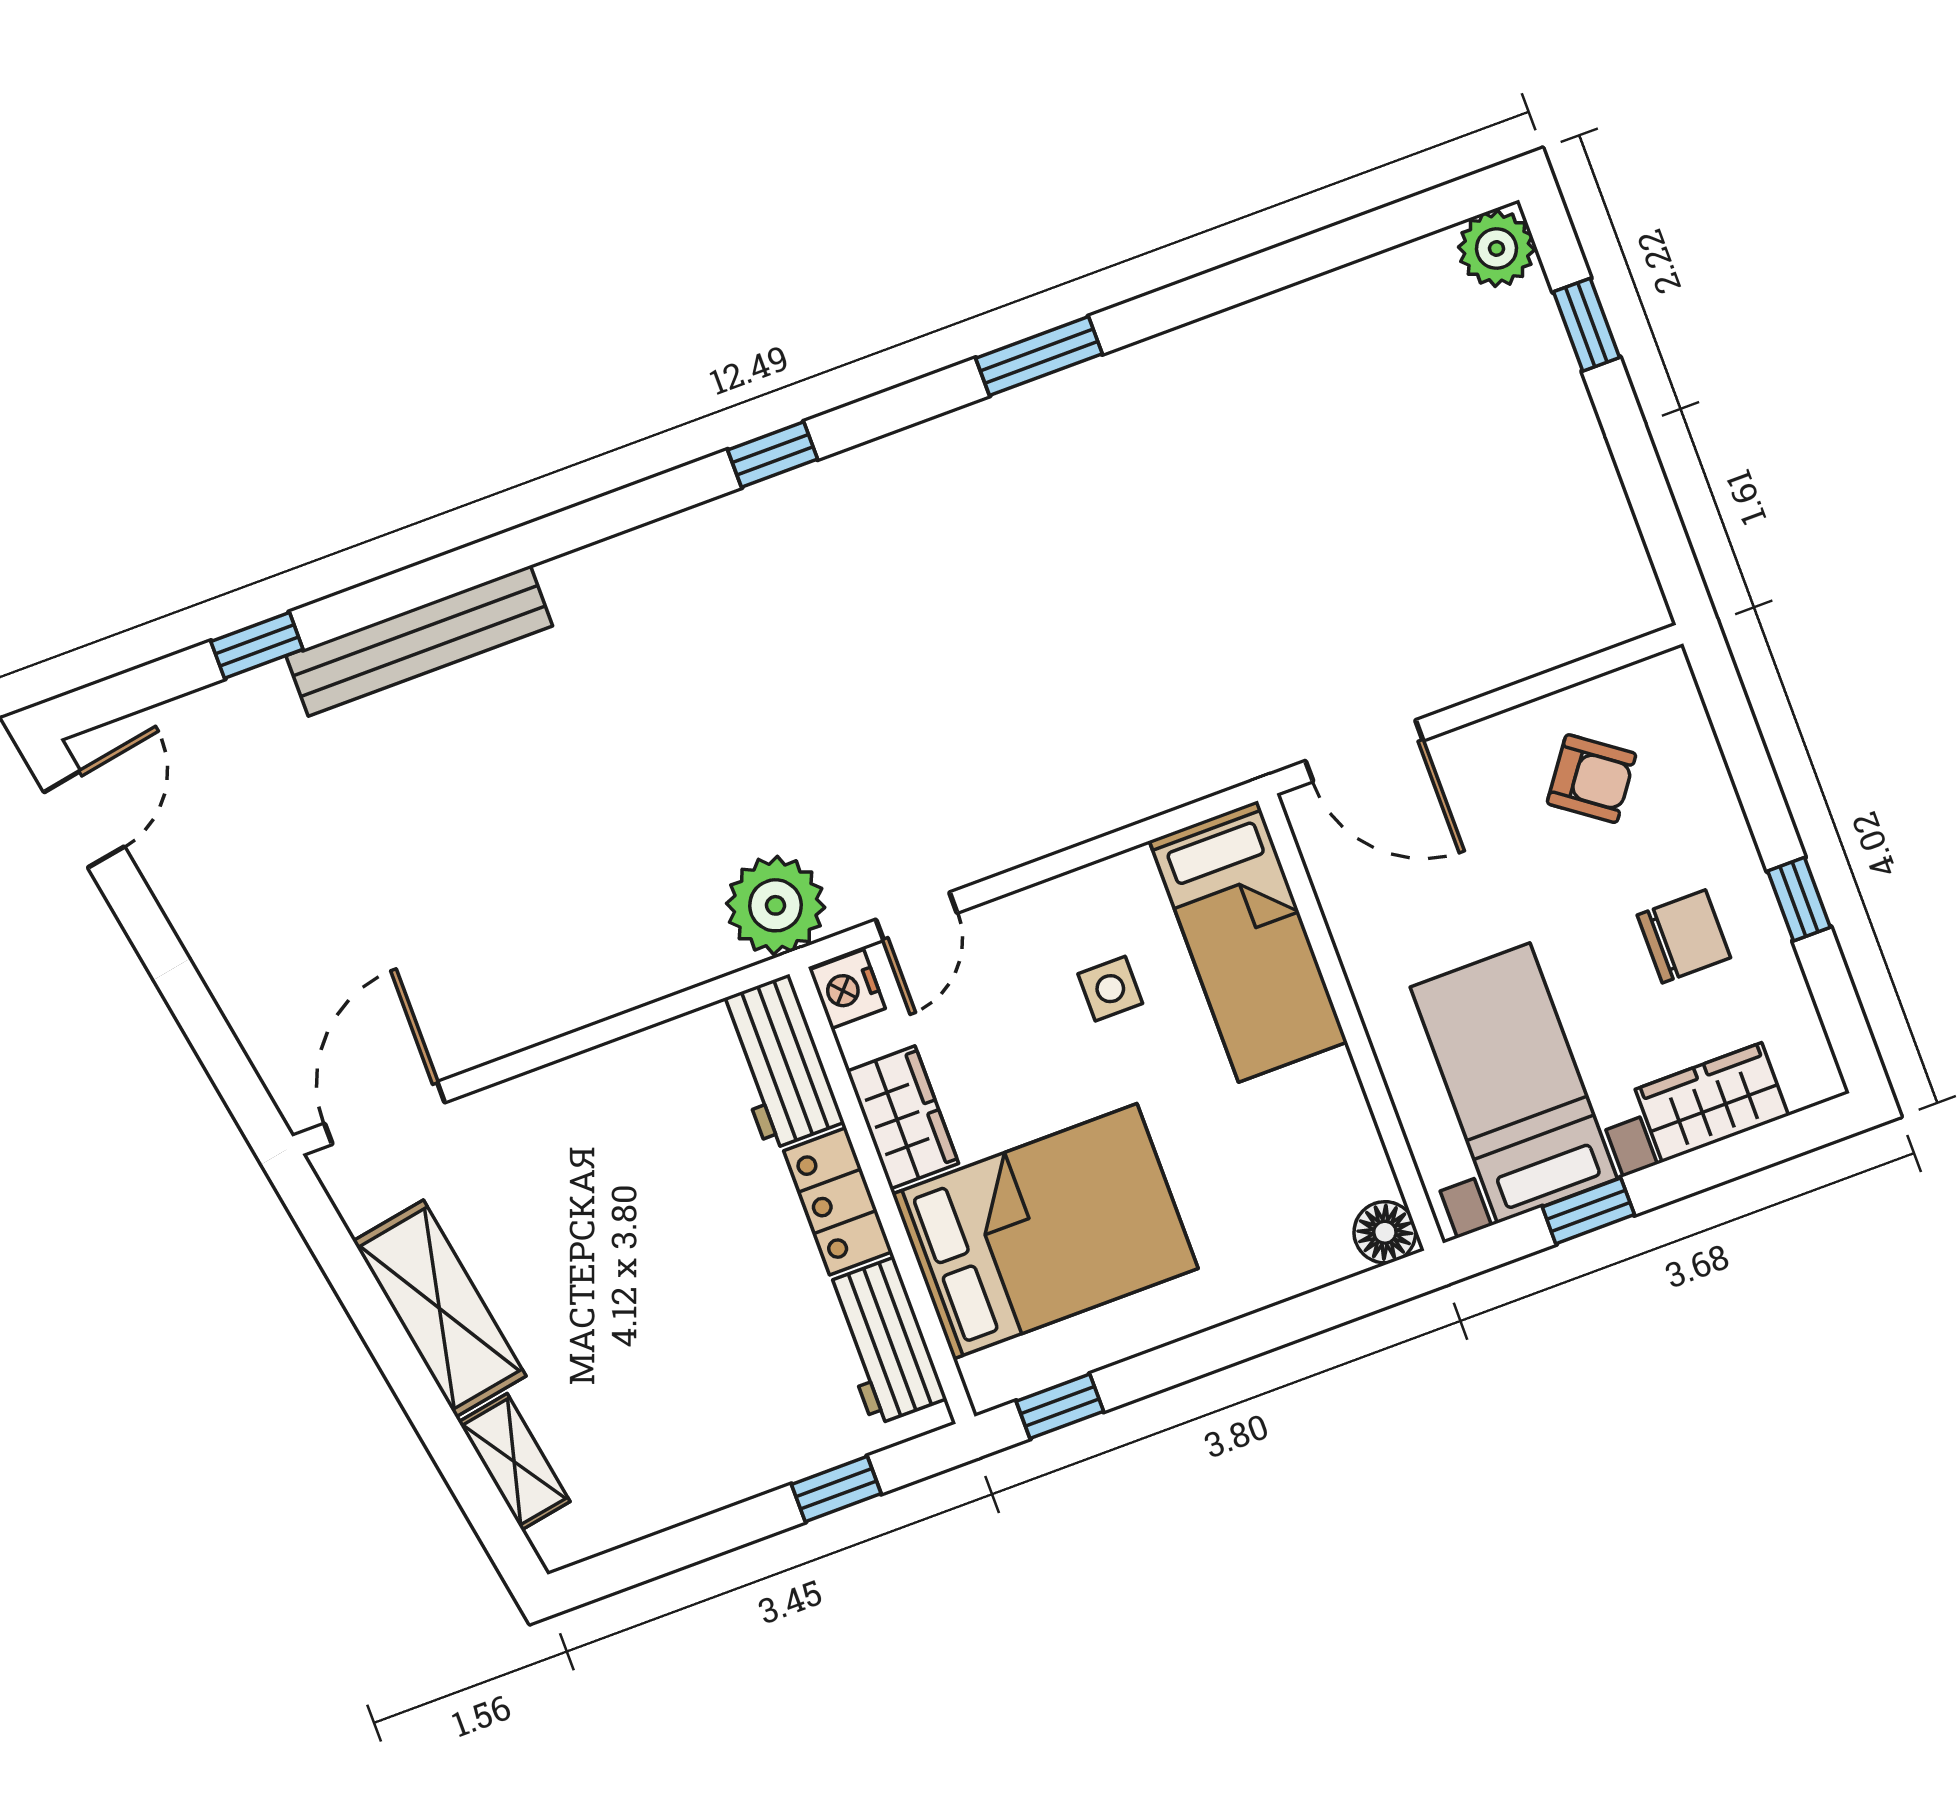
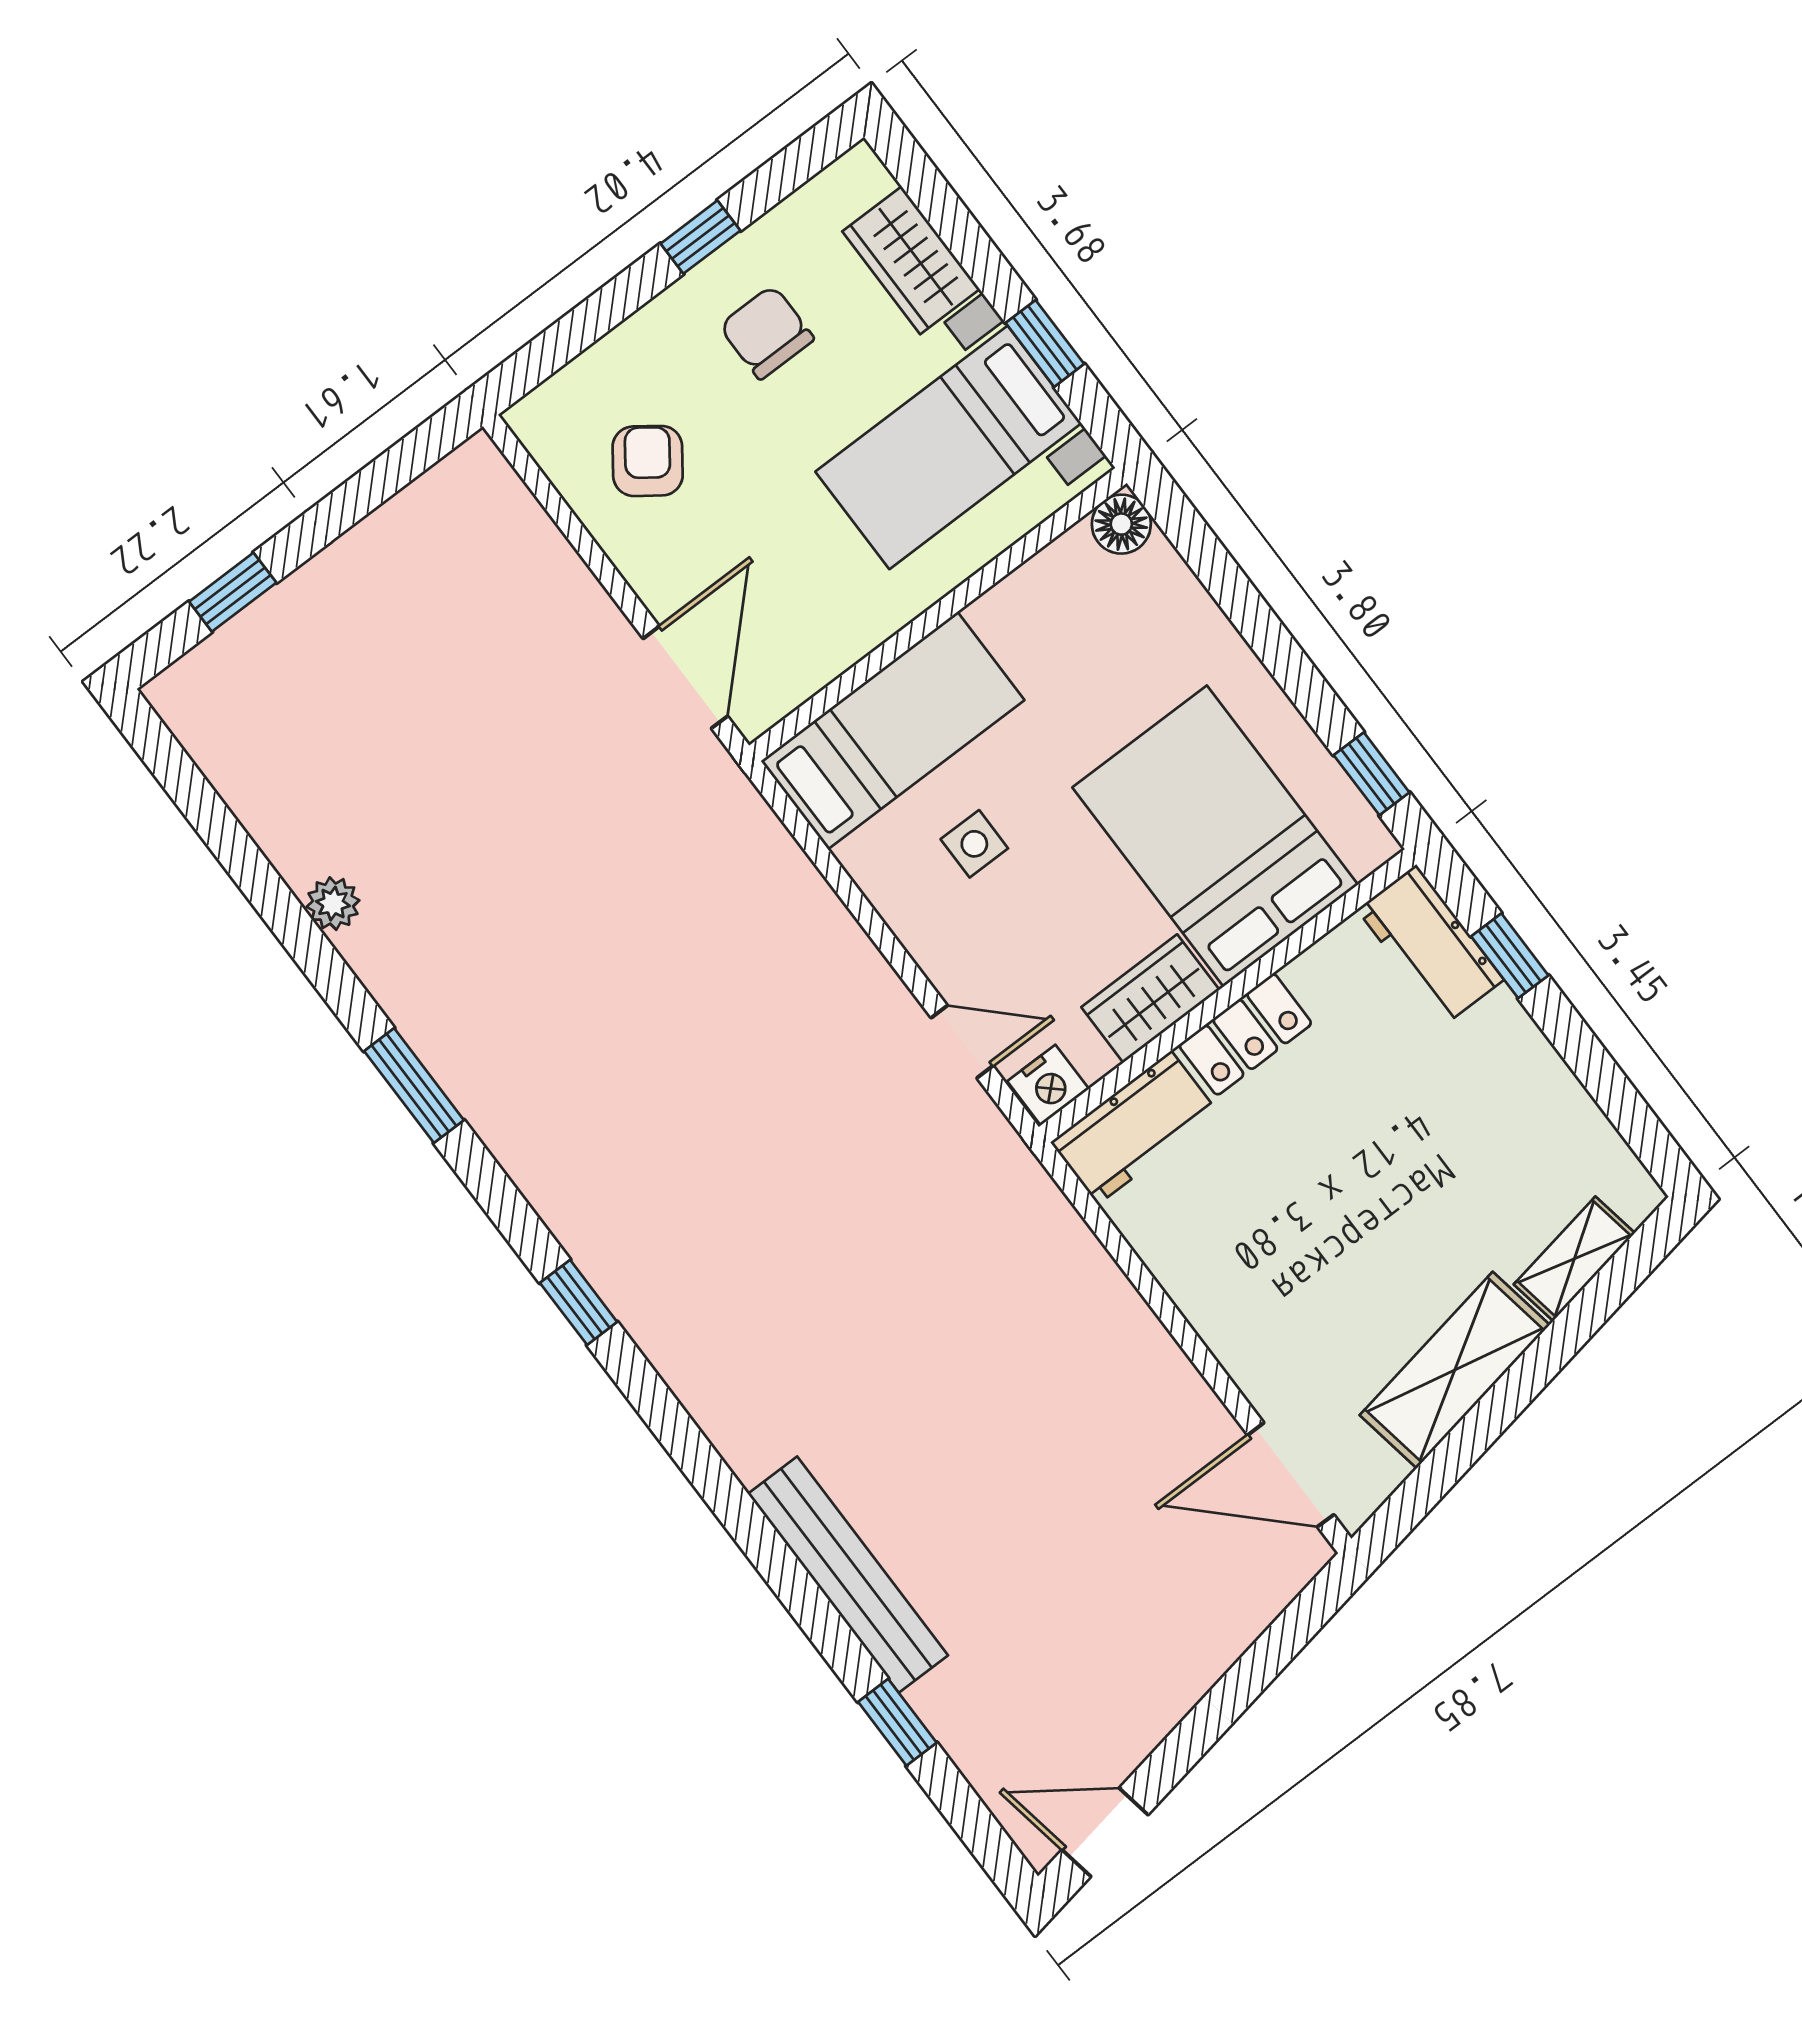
plant: (1497, 249) -> (333, 904), moved, width x0.73, depth x0.73
plant: (776, 905) -> (991, 1174), removed
workbench: (884, 1341) -> (1430, 945), moved, turned 90

